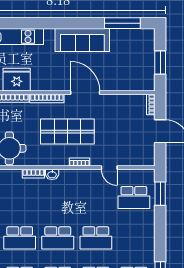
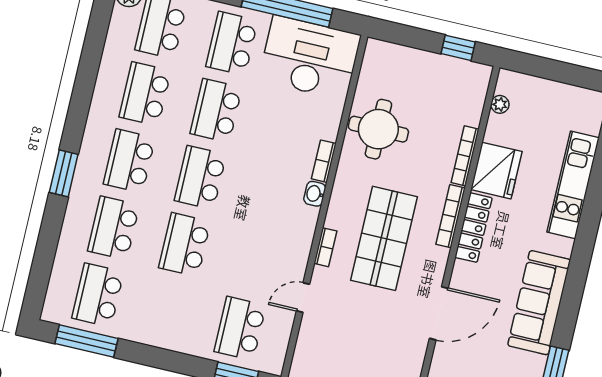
locker: (50, 85) -> (473, 228), added
door: (85, 93) -> (439, 313), moved

